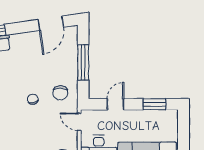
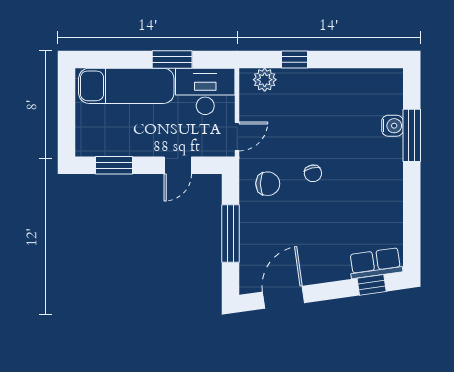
chair: (60, 93) -> (268, 184), turned 90
door: (79, 122) -> (237, 136), hinge flipped

